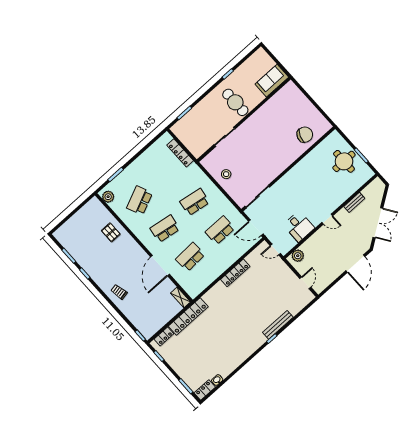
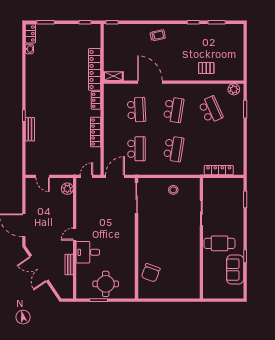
sofa: (272, 81) -> (235, 270), moved, turned 180
desk: (299, 226) -> (88, 252), moved
bench: (278, 325) -> (30, 129), width x0.73
locker: (164, 336) -> (96, 100), moved

